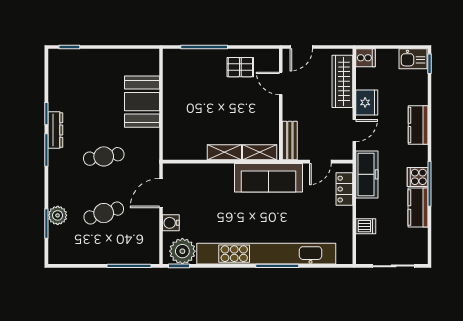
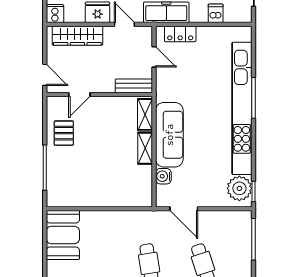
booth: (142, 102) -> (63, 235), moved, turned 90
sofa: (268, 178) -> (169, 135), moved
water cooler: (171, 223) -> (163, 176), moved, turned 90

